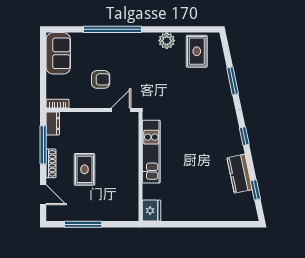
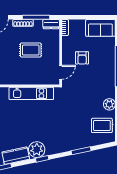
door: (121, 110) -> (61, 72), hinge flipped
plant: (231, 144) -> (37, 150), added
rug: (85, 169) -> (31, 50), moved

